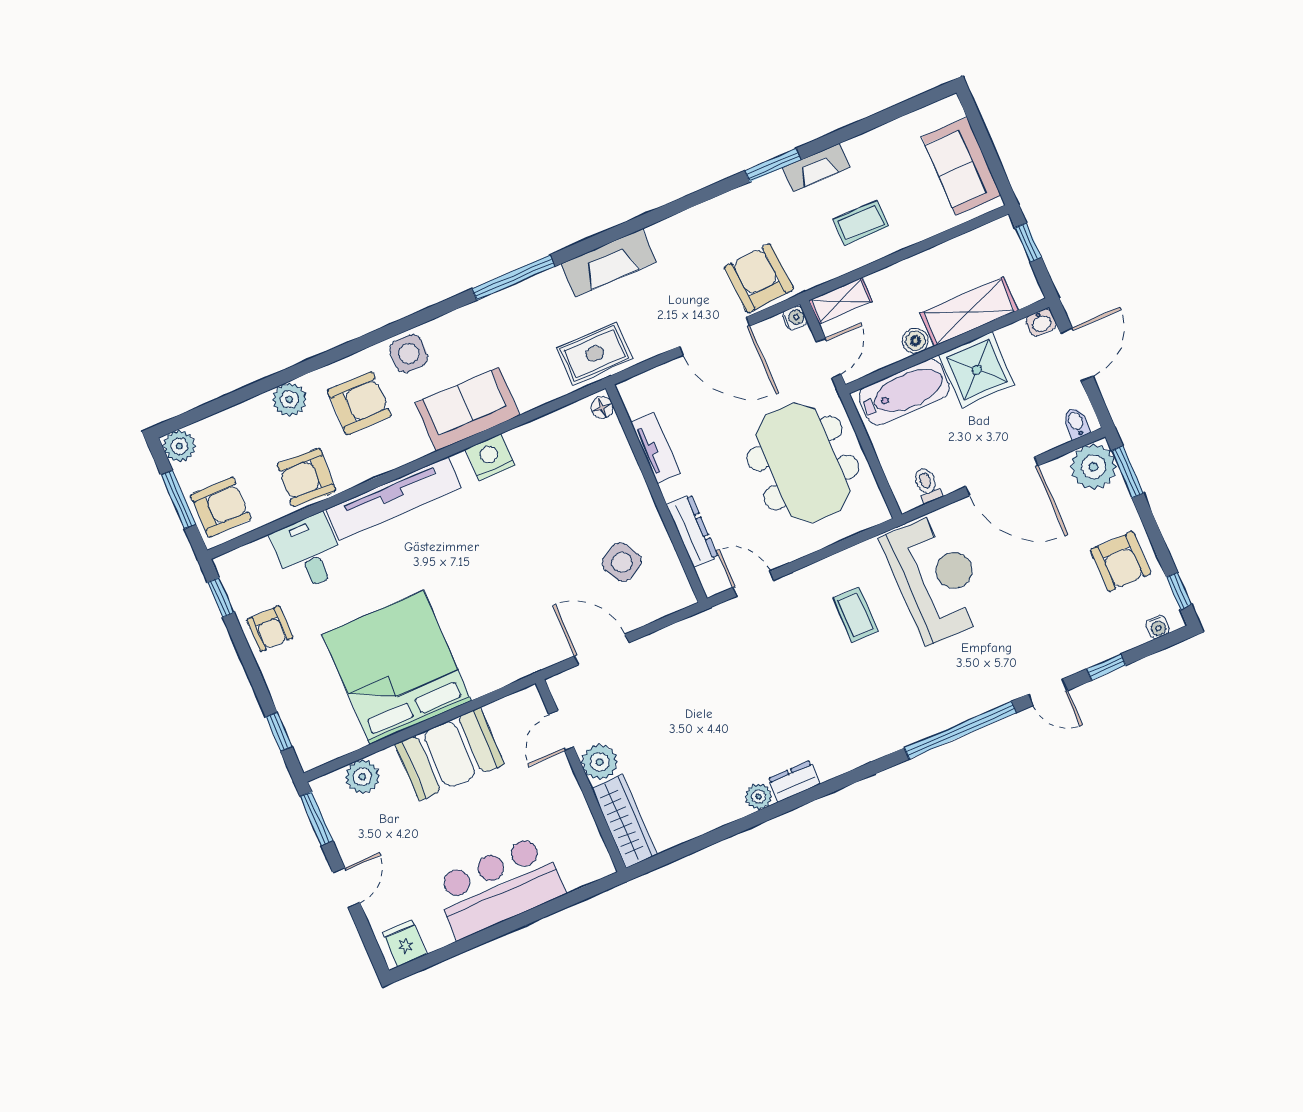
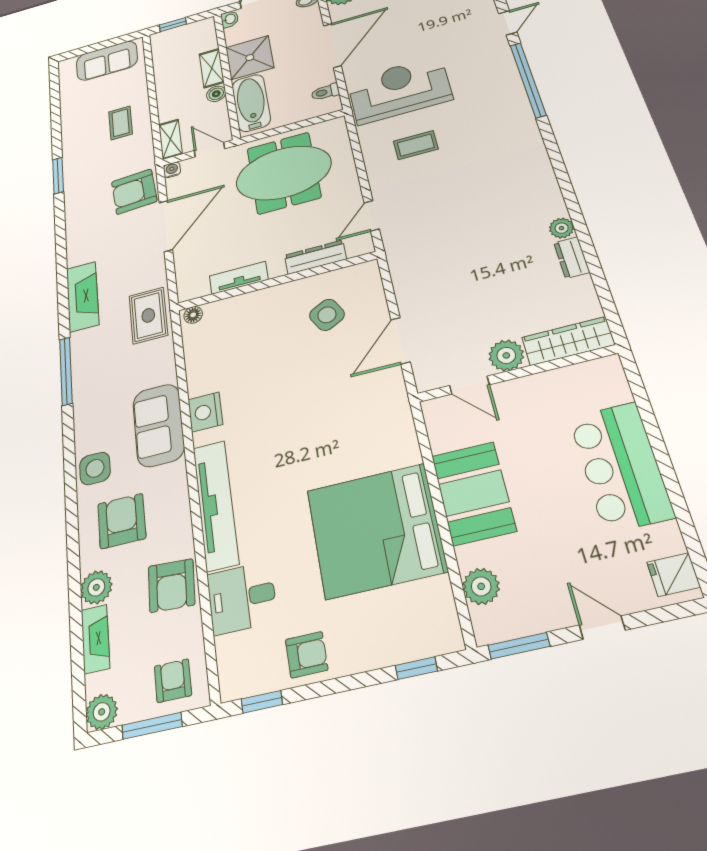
fireplace: (816, 168) -> (95, 639), moved
shelving: (969, 312) -> (212, 68), width x0.67, depth x0.75
armchair: (221, 507) -> (173, 681), width x0.72, depth x0.72
dresser: (794, 781) -> (572, 257), moved

